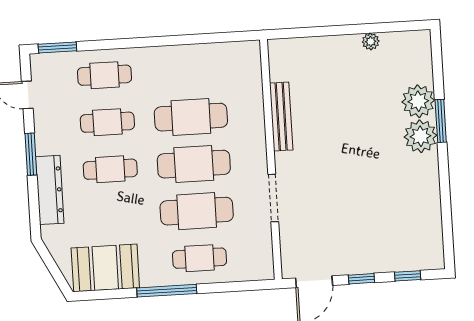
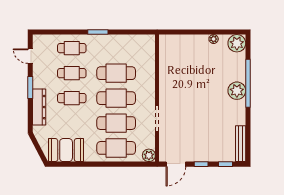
window: (57, 48) -> (98, 32), moved
plant: (418, 101) -> (237, 43), moved
bench: (281, 116) -> (241, 144), moved
window: (441, 121) -> (248, 83), width x2.11
cafe table: (200, 258) -> (116, 148), width x1.37, depth x1.35
plant: (262, 268) -> (149, 155), added
window: (167, 291) -> (98, 164), removed

